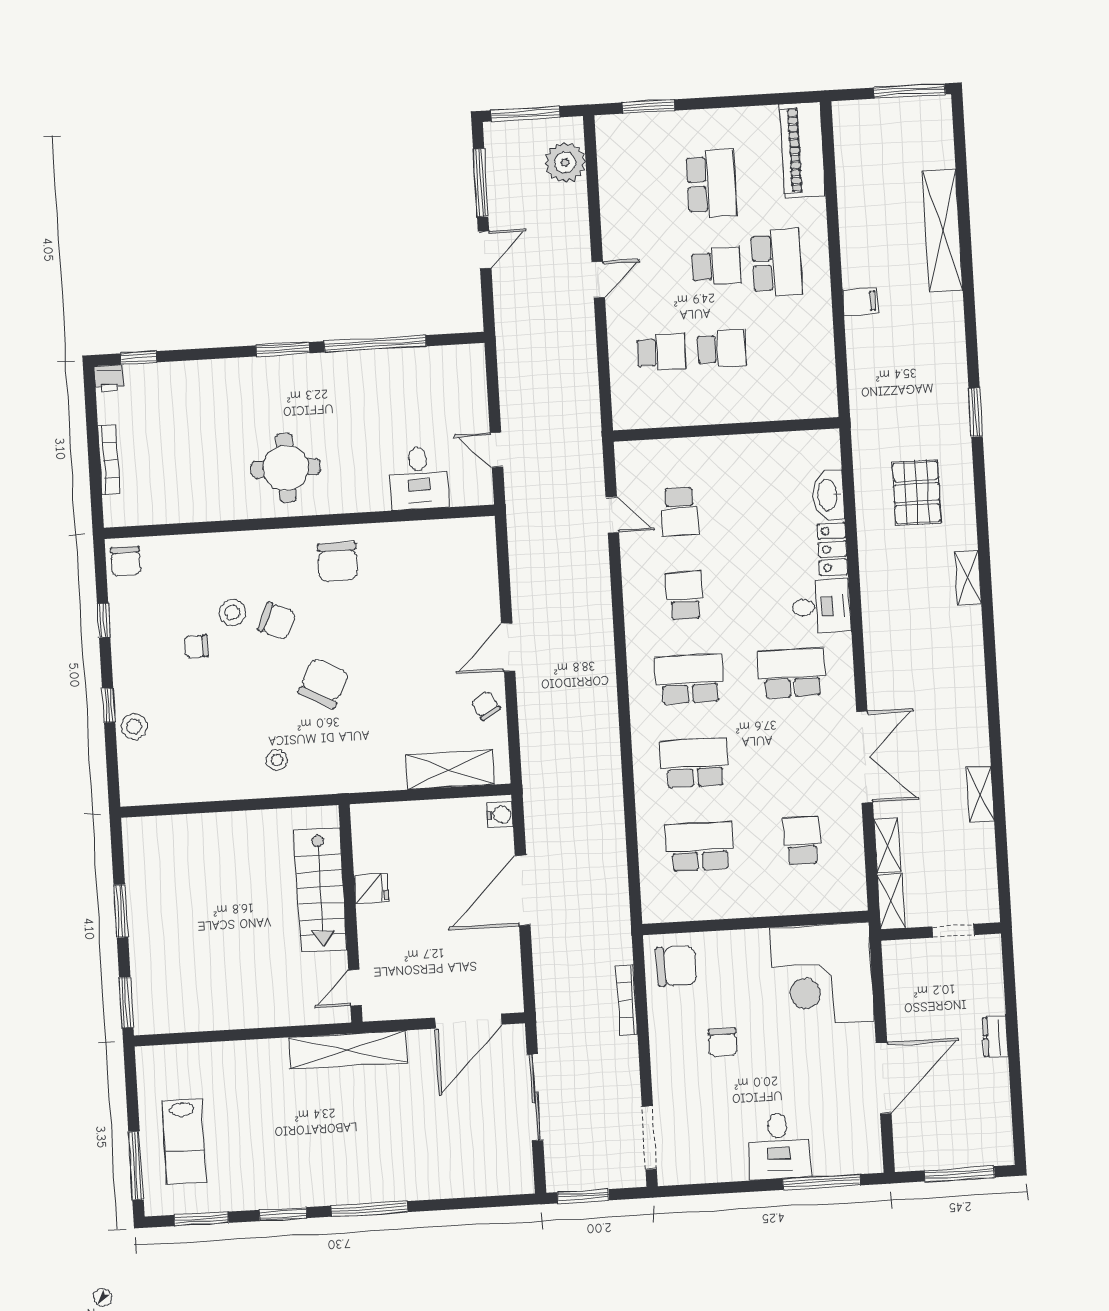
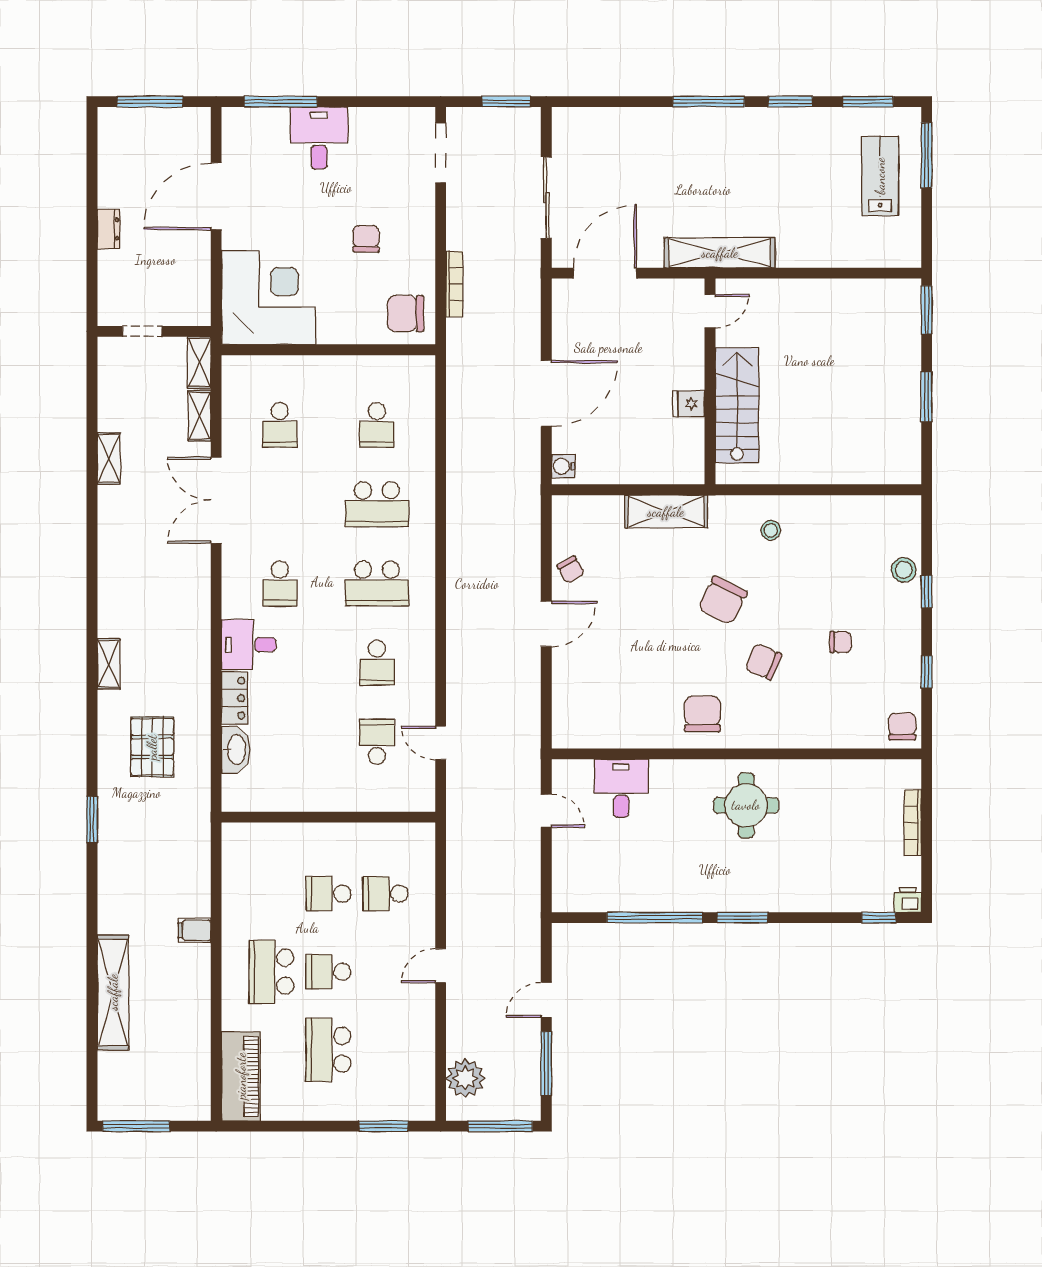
stool: (232, 612) -> (805, 672), removed
school desk: (792, 673) -> (280, 583), width x0.54
shelving: (450, 770) -> (666, 512), moved
school desk: (699, 846) -> (377, 425), width x0.54

